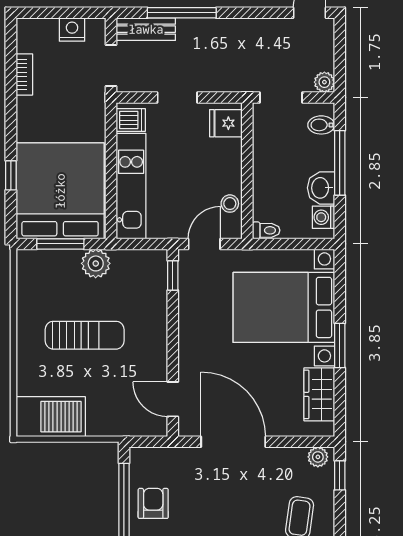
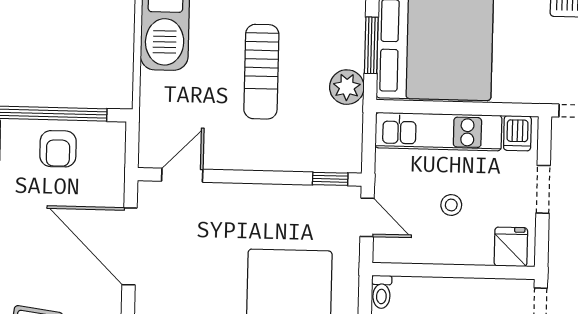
stool: (230, 204) -> (451, 205), moved
door: (233, 442) -> (130, 246), swing flipped
armchair: (153, 503) -> (58, 149), turned 90

